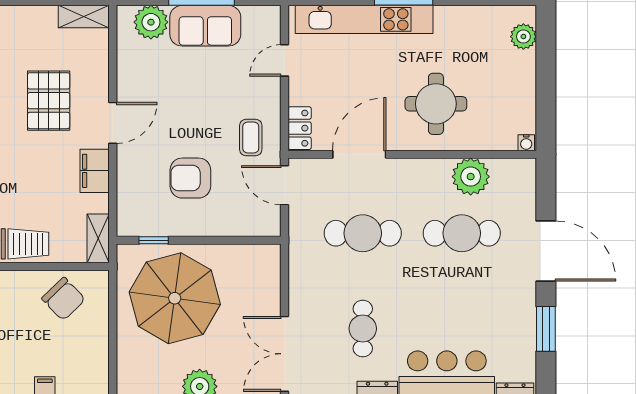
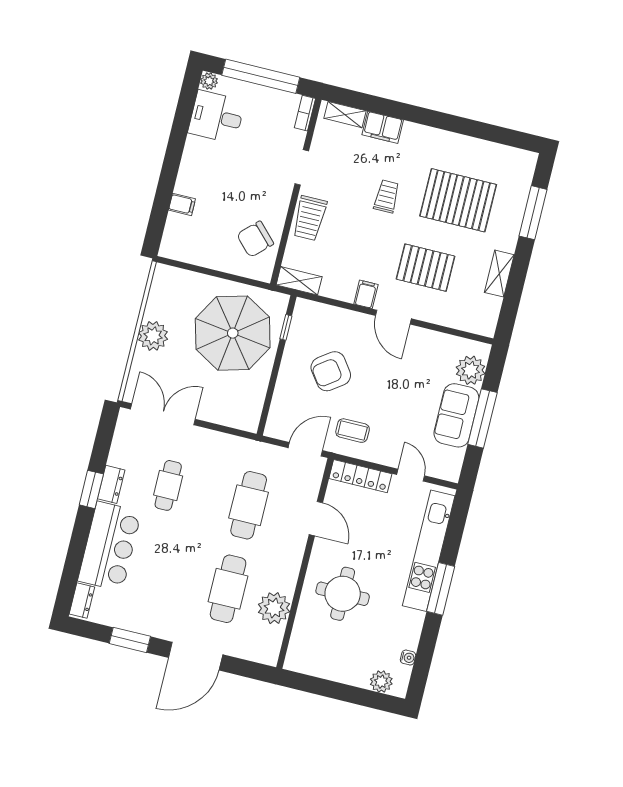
shelving: (84, 17) -> (499, 274), moved
locker: (300, 128) -> (360, 476), width x1.53
water cooler: (526, 143) -> (408, 658), moved, turned 180
door: (359, 154) -> (316, 519), width x0.73
filing cabinet: (95, 171) -> (366, 294), width x0.50
armchair: (190, 178) -> (331, 371), turned -126
cafe table: (363, 329) -> (168, 485), turned 90

